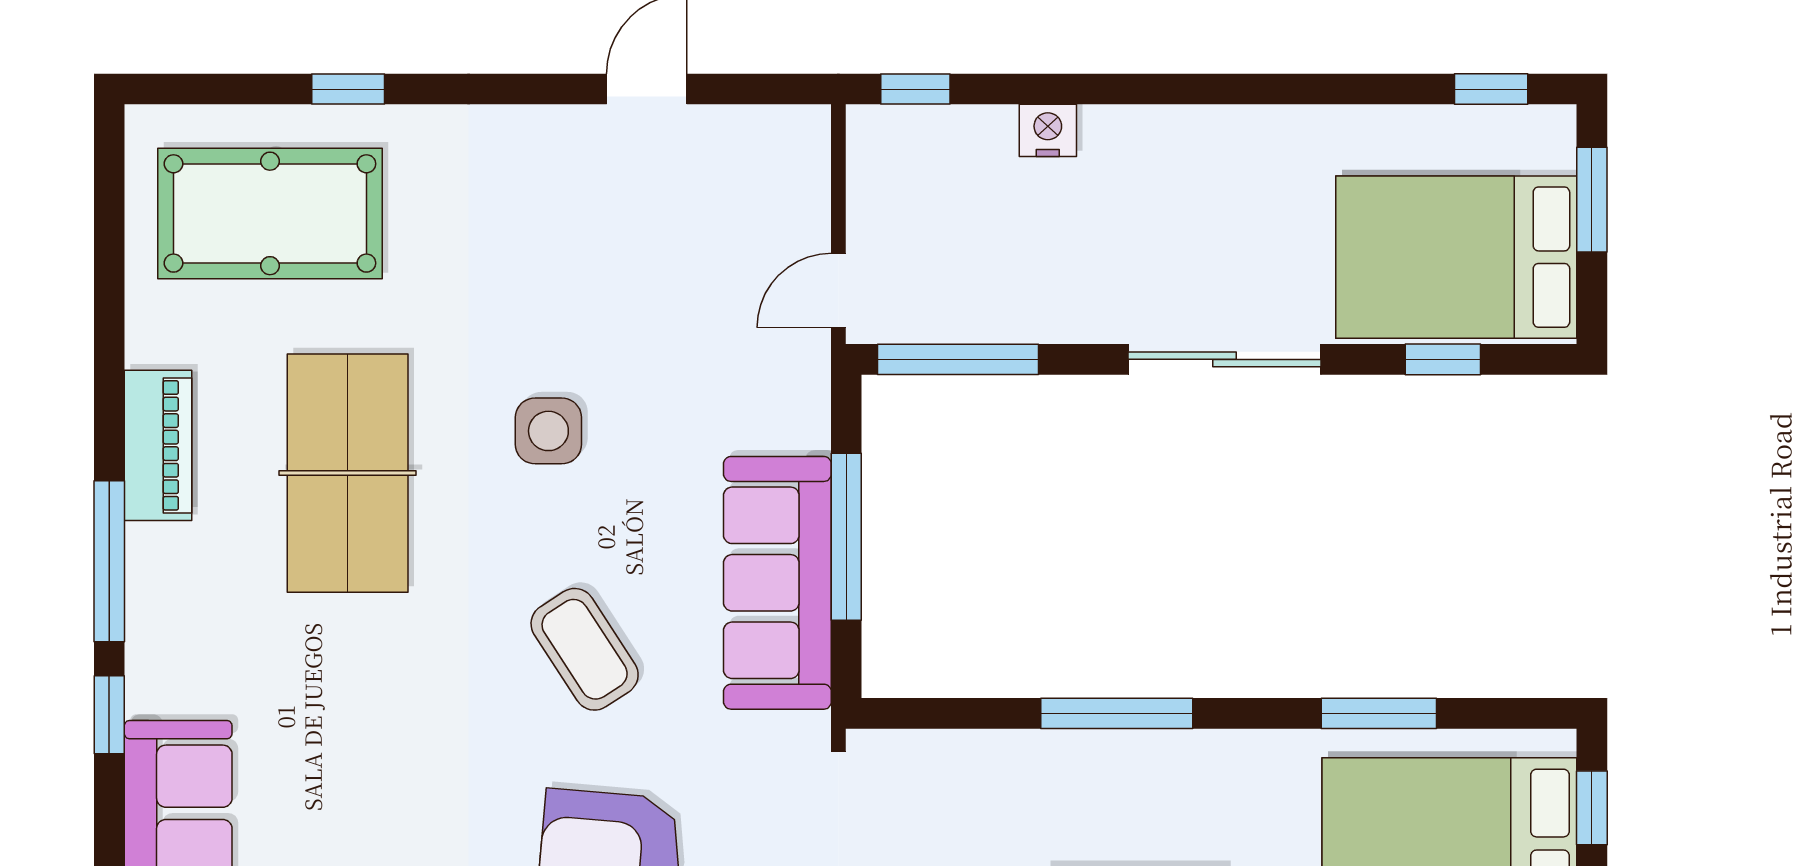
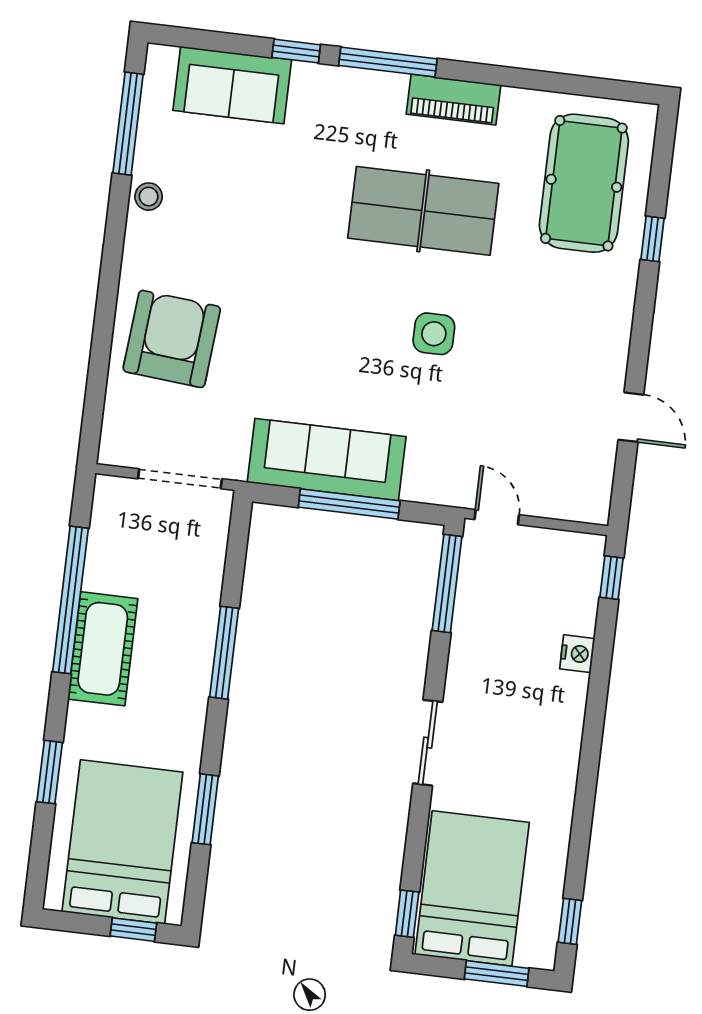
sliding door: (1224, 359) -> (428, 743), width x0.73
window: (1443, 359) -> (407, 914), moved
coffee table: (585, 649) -> (301, 340), removed

